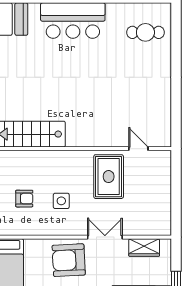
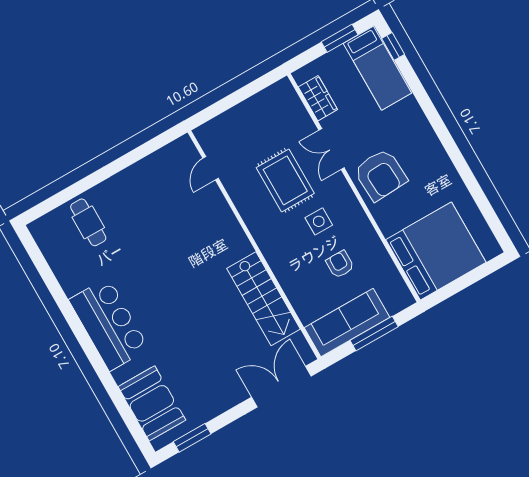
cafe table: (145, 32) -> (88, 222), moved
rug: (109, 177) -> (285, 180), moved, turned 90

